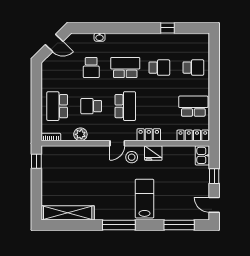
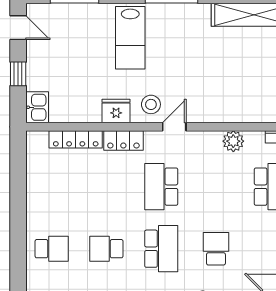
school desk: (125, 68) -> (161, 249), turned -90
school desk: (193, 68) -> (52, 249), turned 180
school desk: (91, 106) -> (216, 187), removed
school desk: (193, 106) -> (52, 187), removed
locker: (193, 135) -> (76, 139), moved

